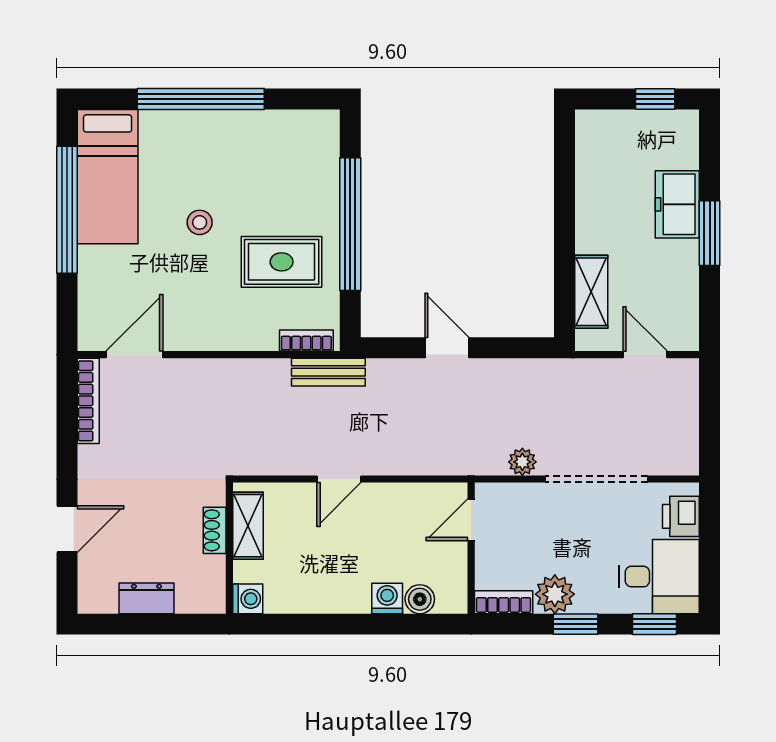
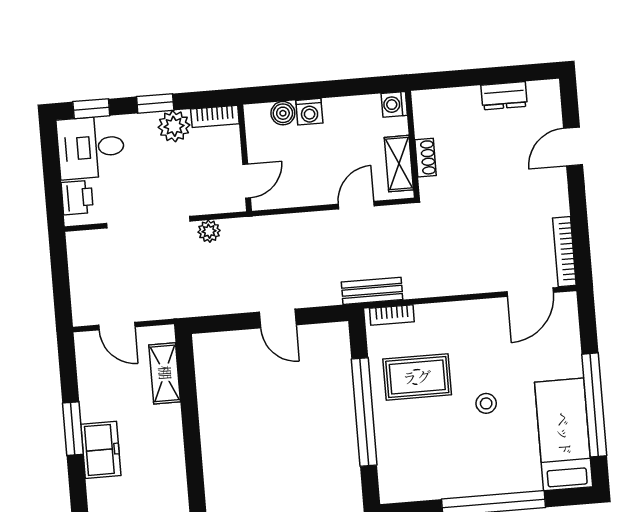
shelving: (248, 526) -> (399, 164), moved
shoe rack: (215, 530) -> (426, 158), moved
wall: (229, 548) -> (412, 144), moved
washing machine: (248, 599) -> (394, 104), moved

